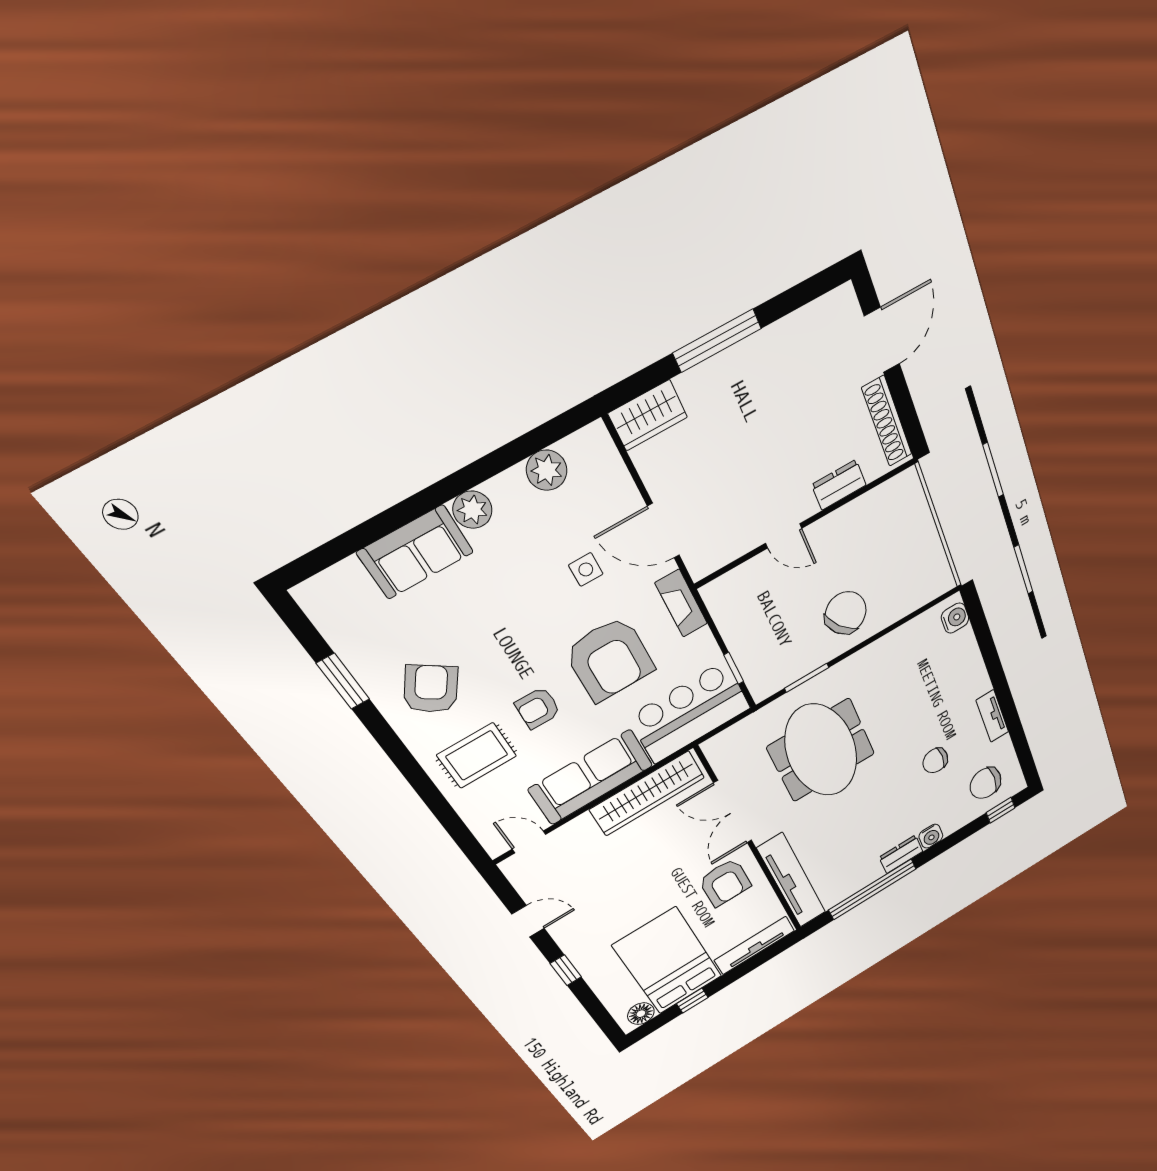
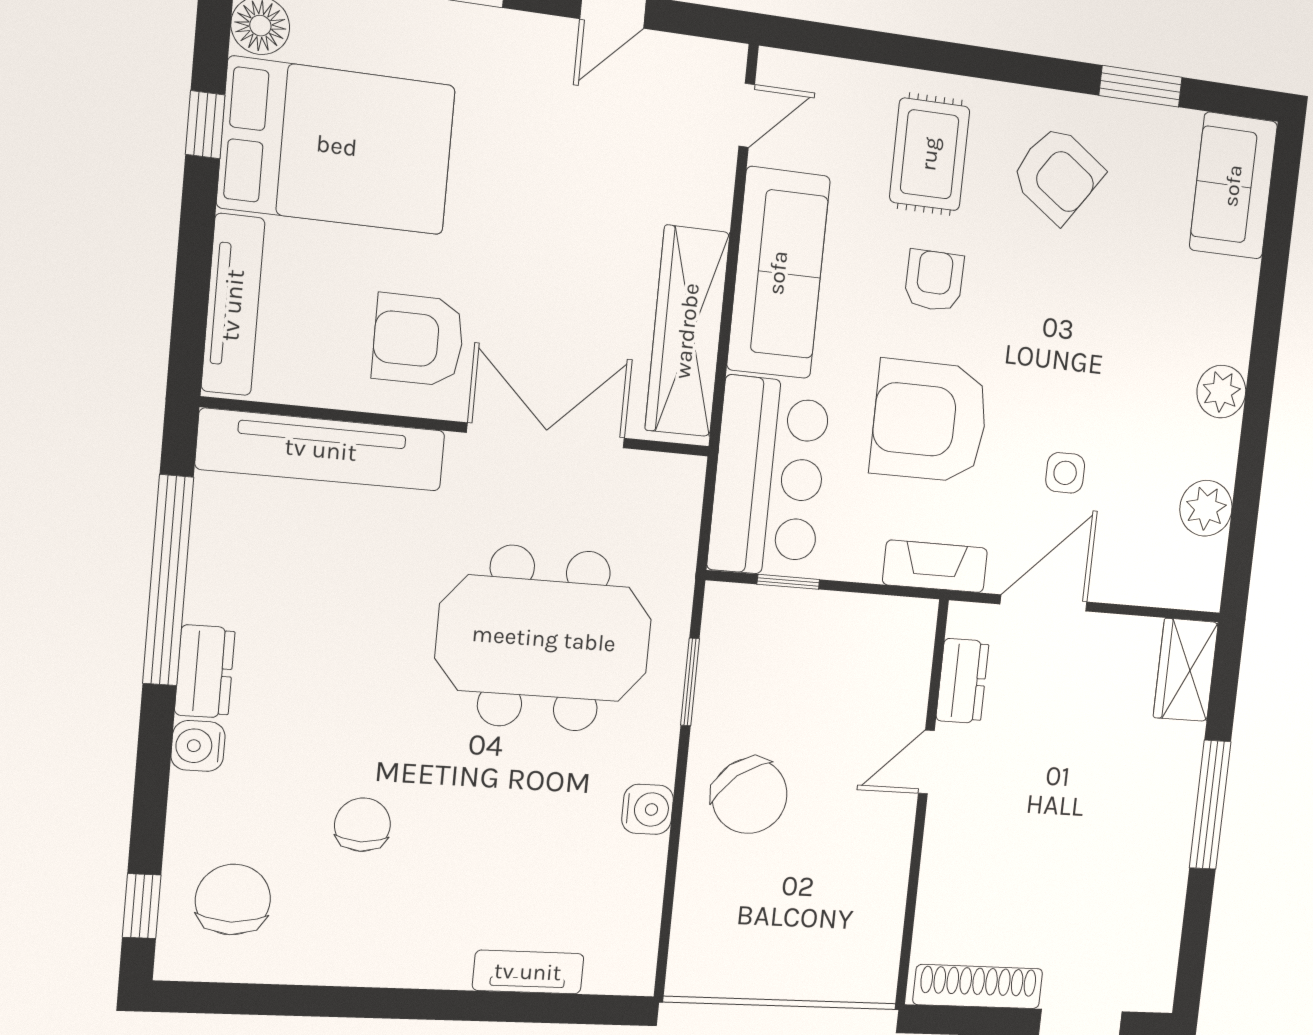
dresser: (839, 485) -> (962, 681), moved
sofa: (415, 552) -> (1233, 186), moved
water cooler: (955, 618) -> (648, 809), moved, turned -90
tv unit: (992, 716) -> (528, 972), moved

